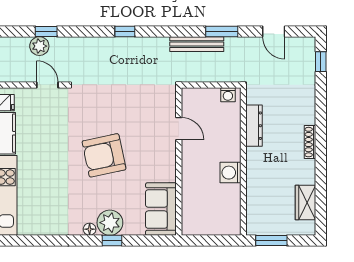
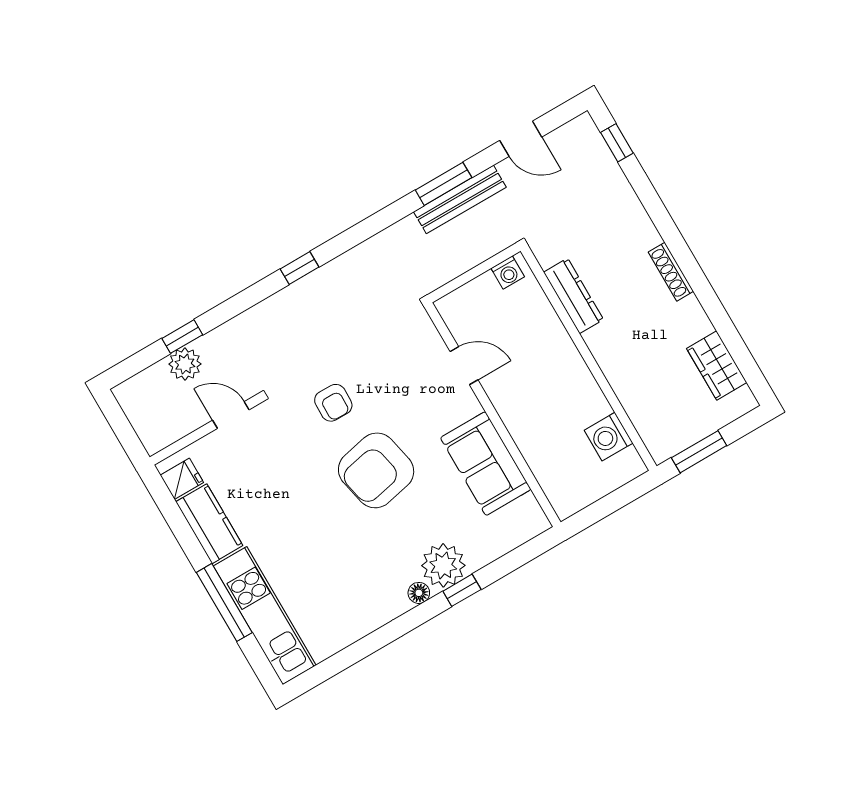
bench: (197, 44) -> (460, 199), moved
armchair: (102, 109) -> (333, 403), added
washing machine: (230, 173) -> (609, 437), moved
sofa: (161, 209) -> (486, 464), moved

